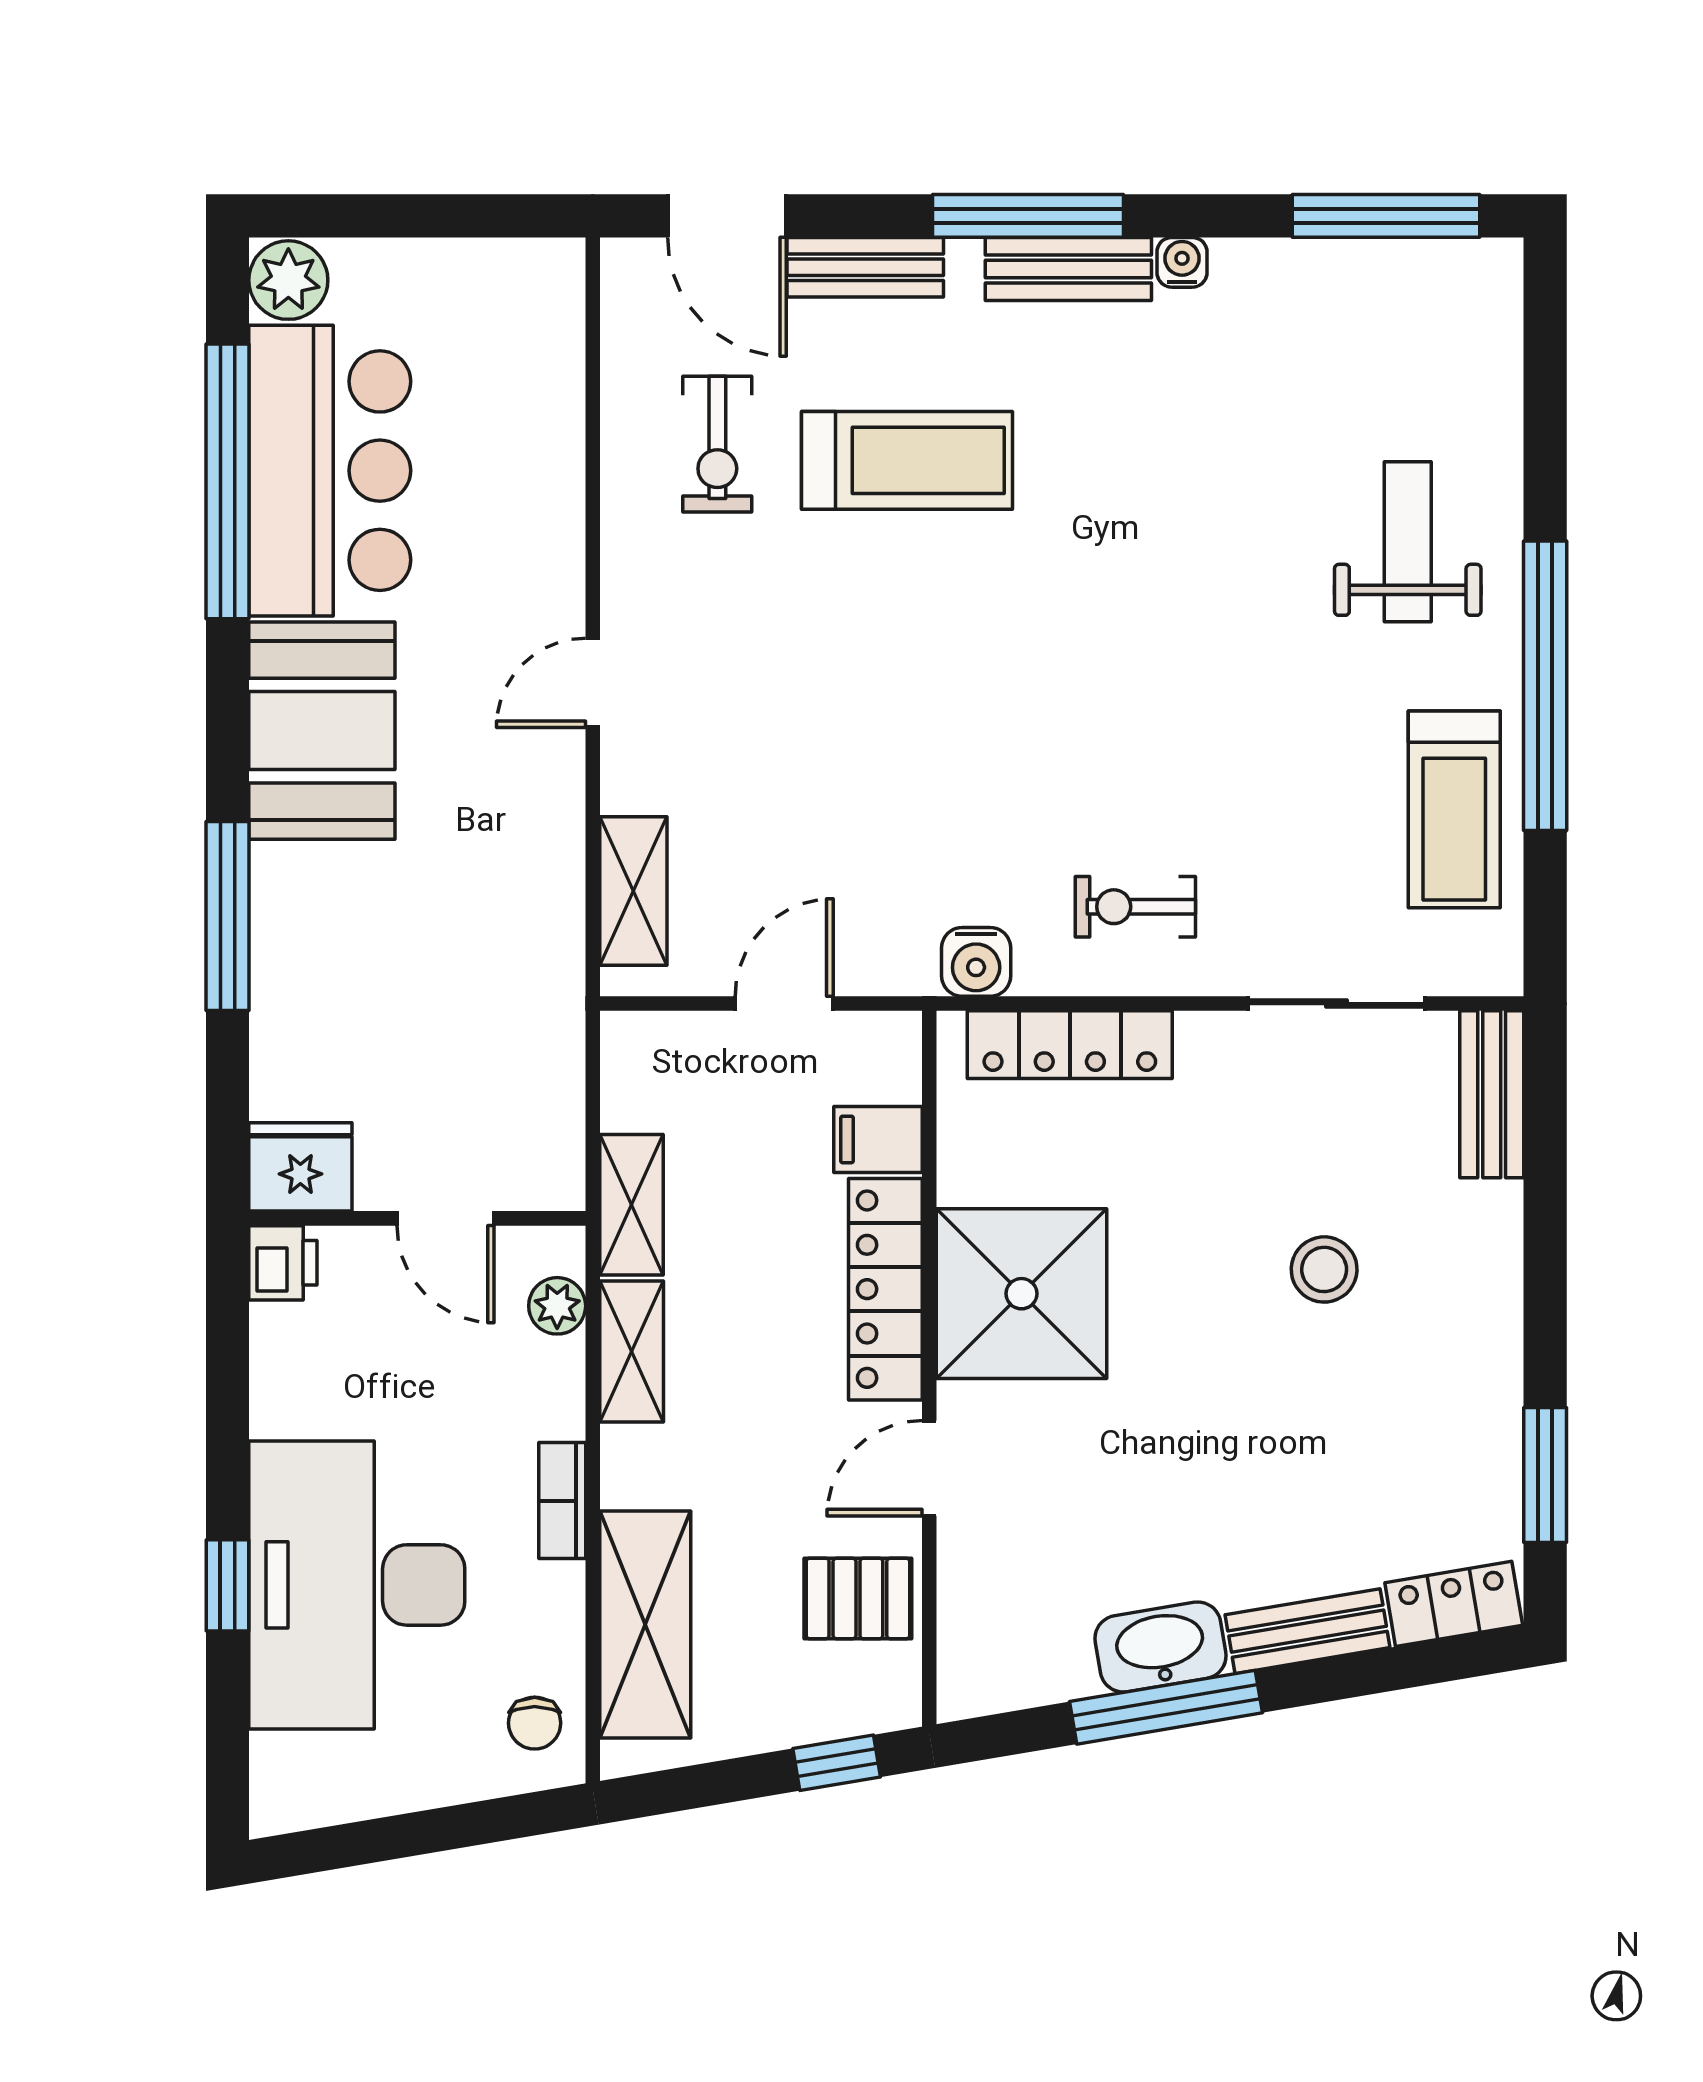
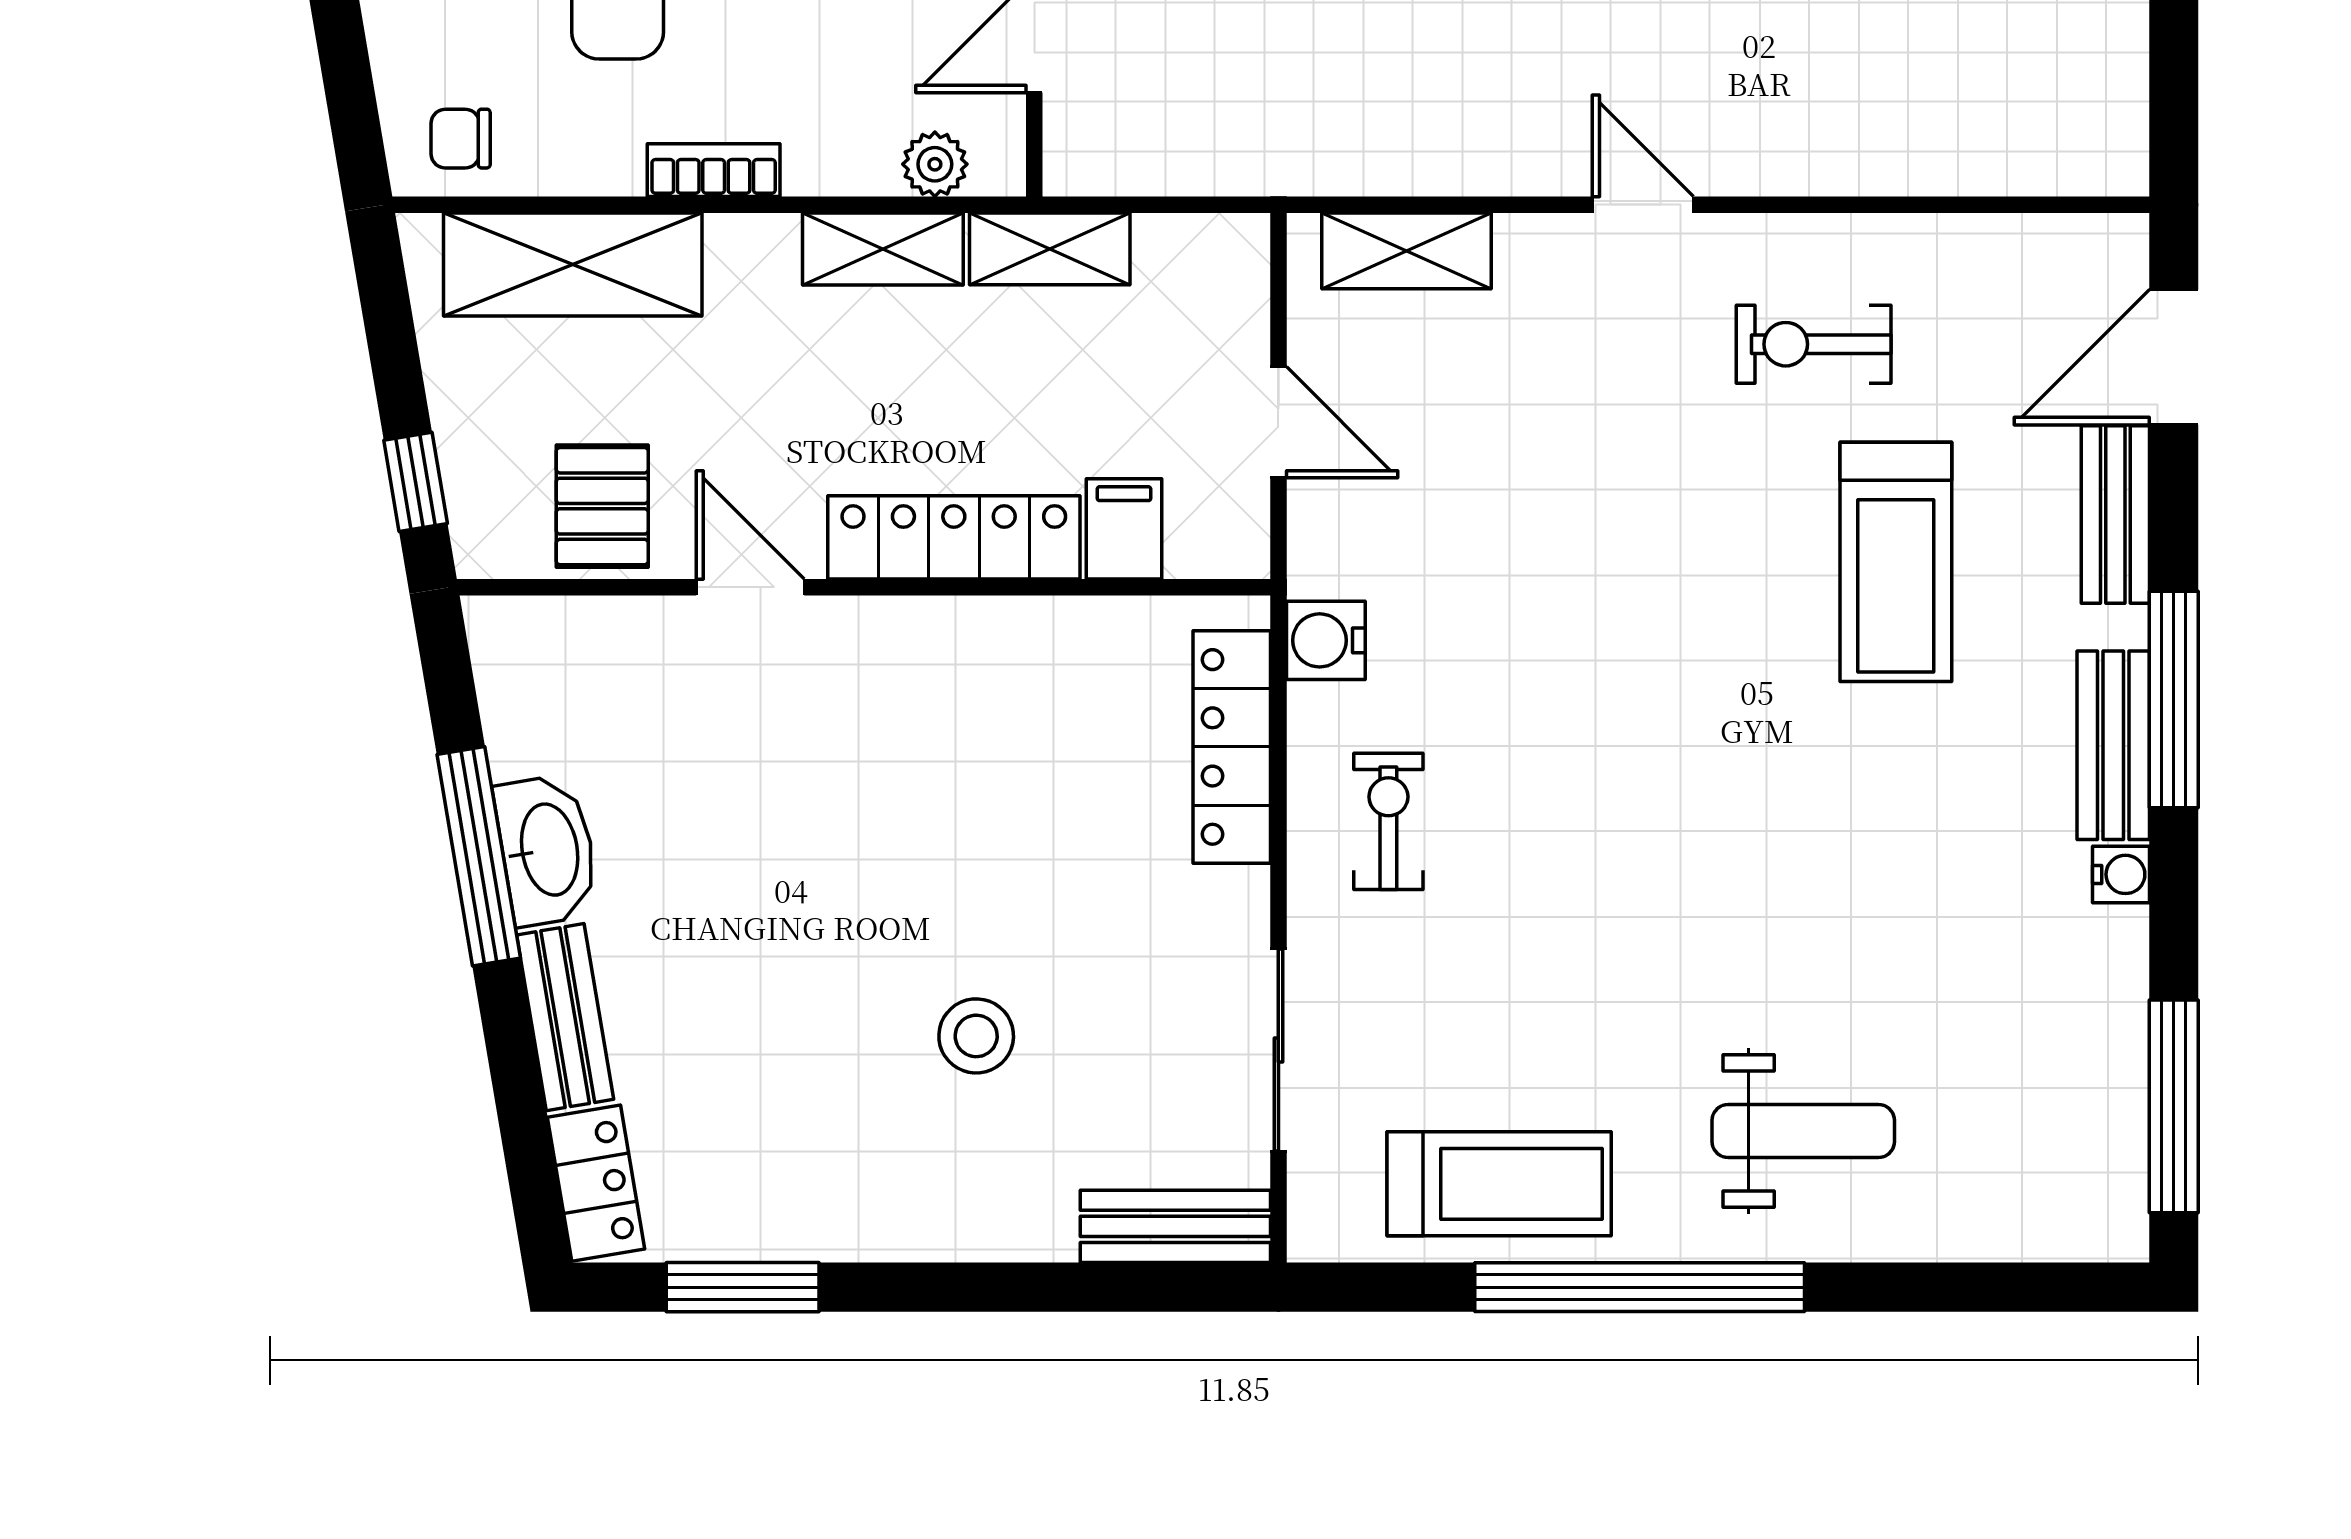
exercise bike: (717, 444) -> (1814, 344), moved
treadmill: (1454, 809) -> (1499, 1184), turned 180
shower: (1021, 1294) -> (949, 692), removed

